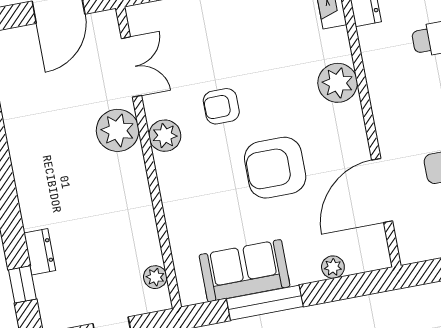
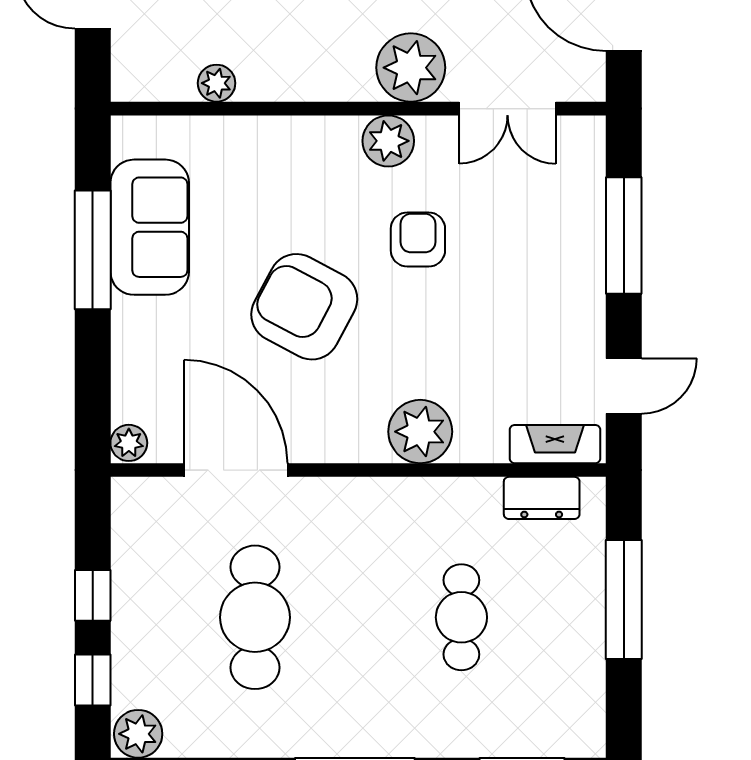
armchair: (275, 168) -> (304, 307), turned -62
plant: (333, 267) -> (129, 443), moved
plant: (155, 277) -> (217, 83), moved

